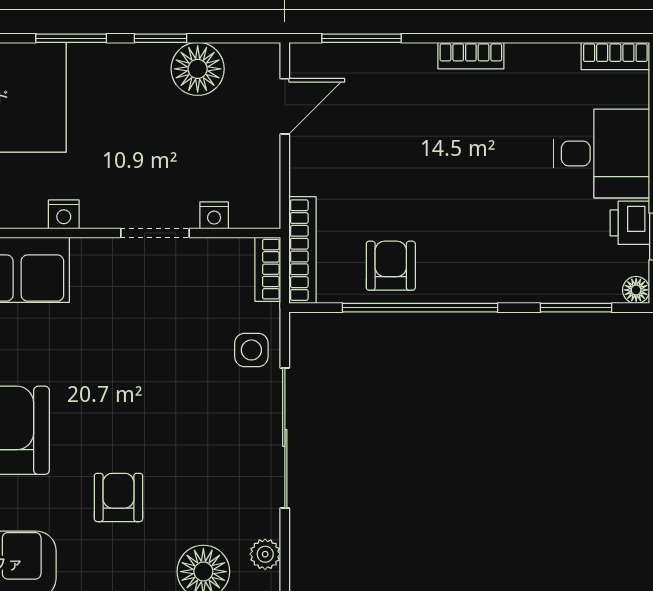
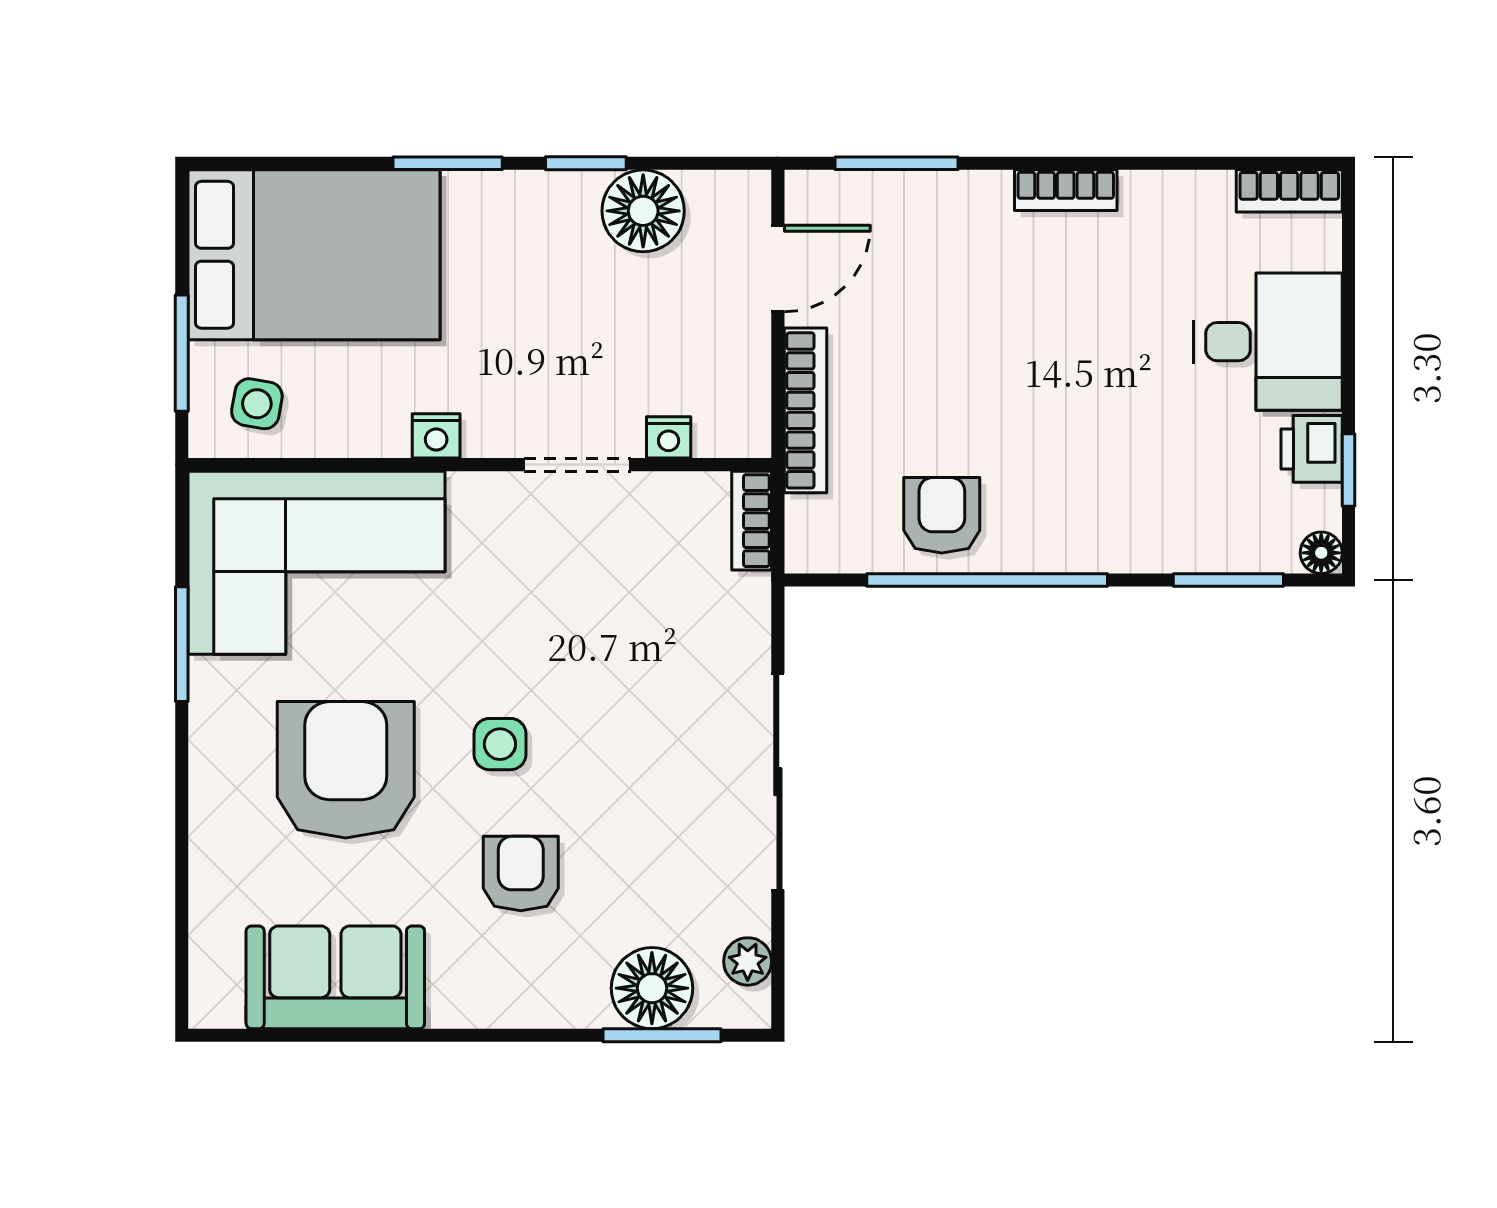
bookcase: (303, 250) -> (805, 410), moved
side table: (251, 350) -> (500, 744), moved

